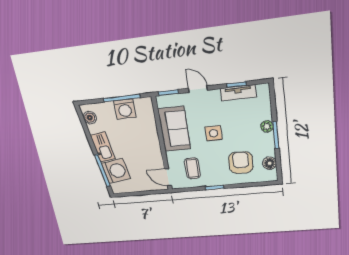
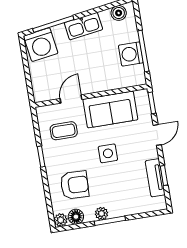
plant: (267, 126) -> (101, 213), moved
washing machine: (116, 171) -> (41, 45), moved
plant: (271, 176) -> (61, 220), added
door: (168, 177) -> (71, 99), moved

